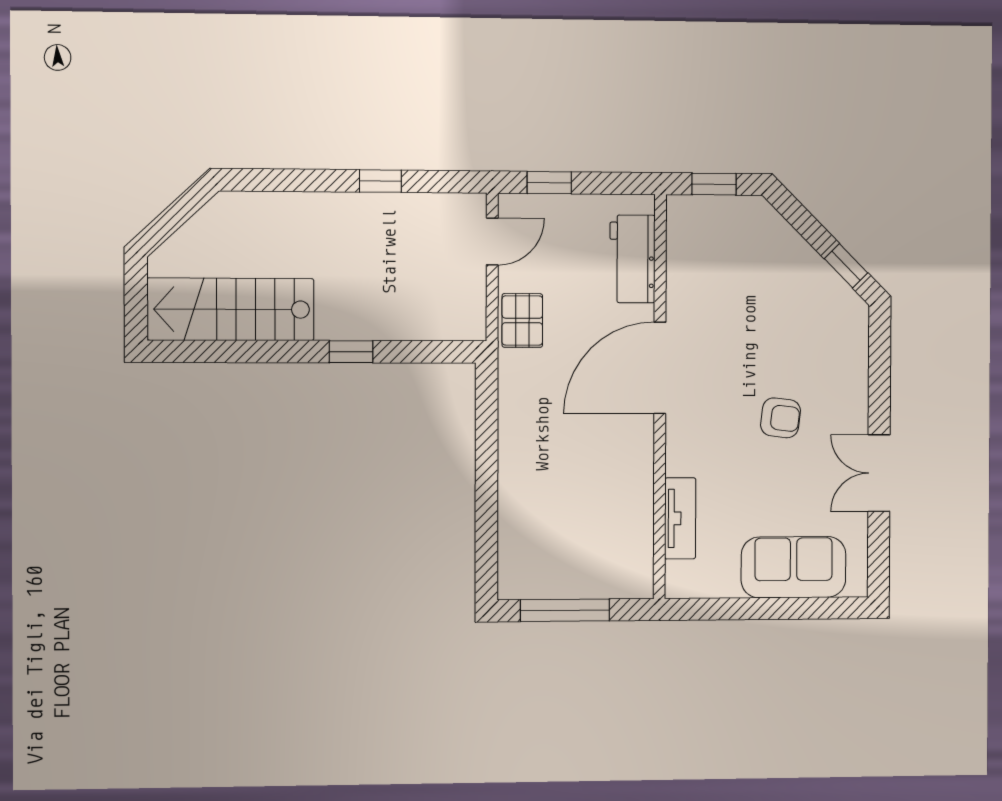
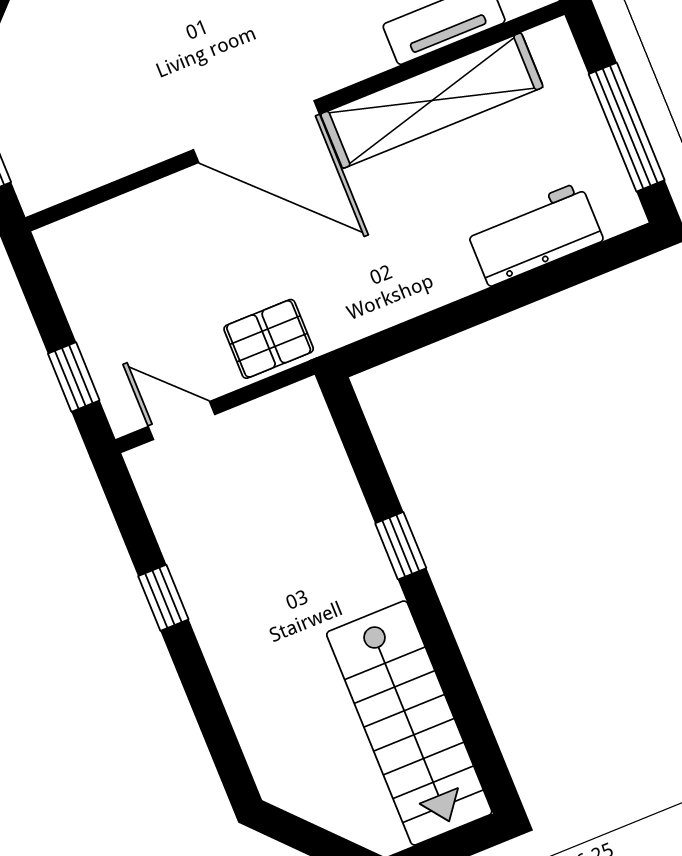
workbench: (632, 259) -> (535, 234), moved, turned 180
shelving: (634, 490) -> (432, 101), added

